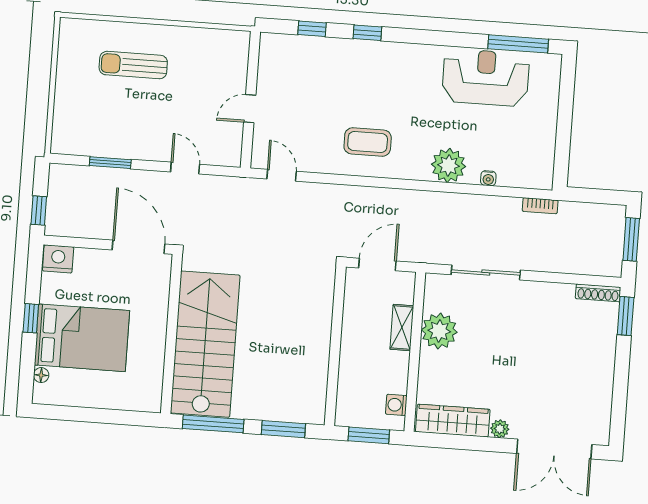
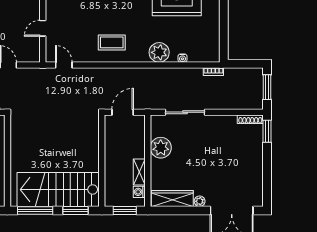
shelving: (402, 327) -> (139, 172), moved
stairs: (205, 344) -> (58, 190), moved, turned -90

